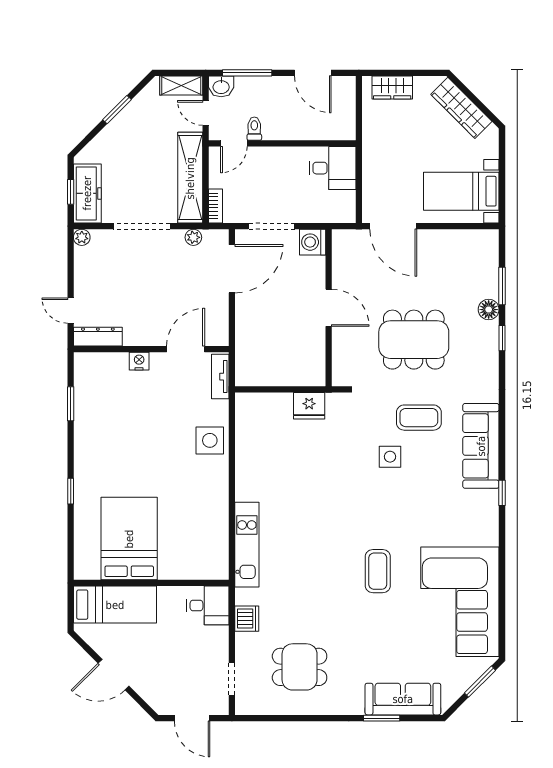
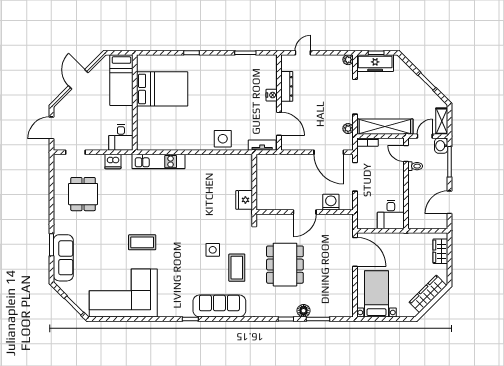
door: (393, 226) -> (355, 252), swing flipped
washing machine: (313, 242) -> (331, 202), moved
dresser: (98, 337) -> (287, 86), moved

